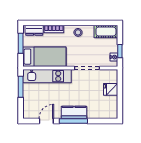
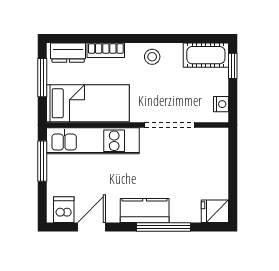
window: (120, 51) -> (233, 66), moved
fridge: (111, 89) -> (215, 211), moved
dishwasher: (32, 112) -> (64, 210), added
window: (73, 121) -> (164, 227), moved

